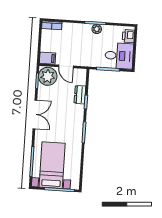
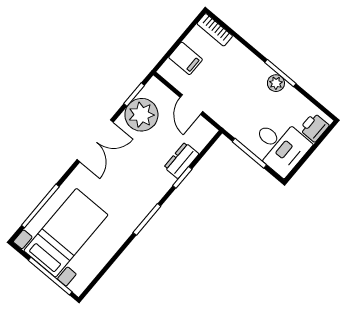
filing cabinet: (47, 58) -> (186, 58), moved
plant: (48, 76) -> (141, 115), moved

